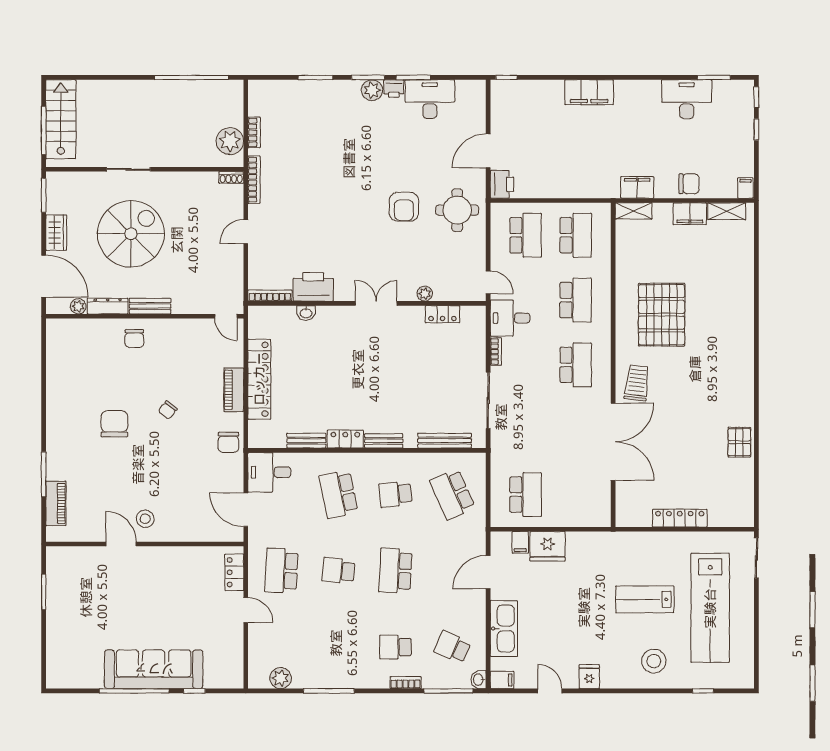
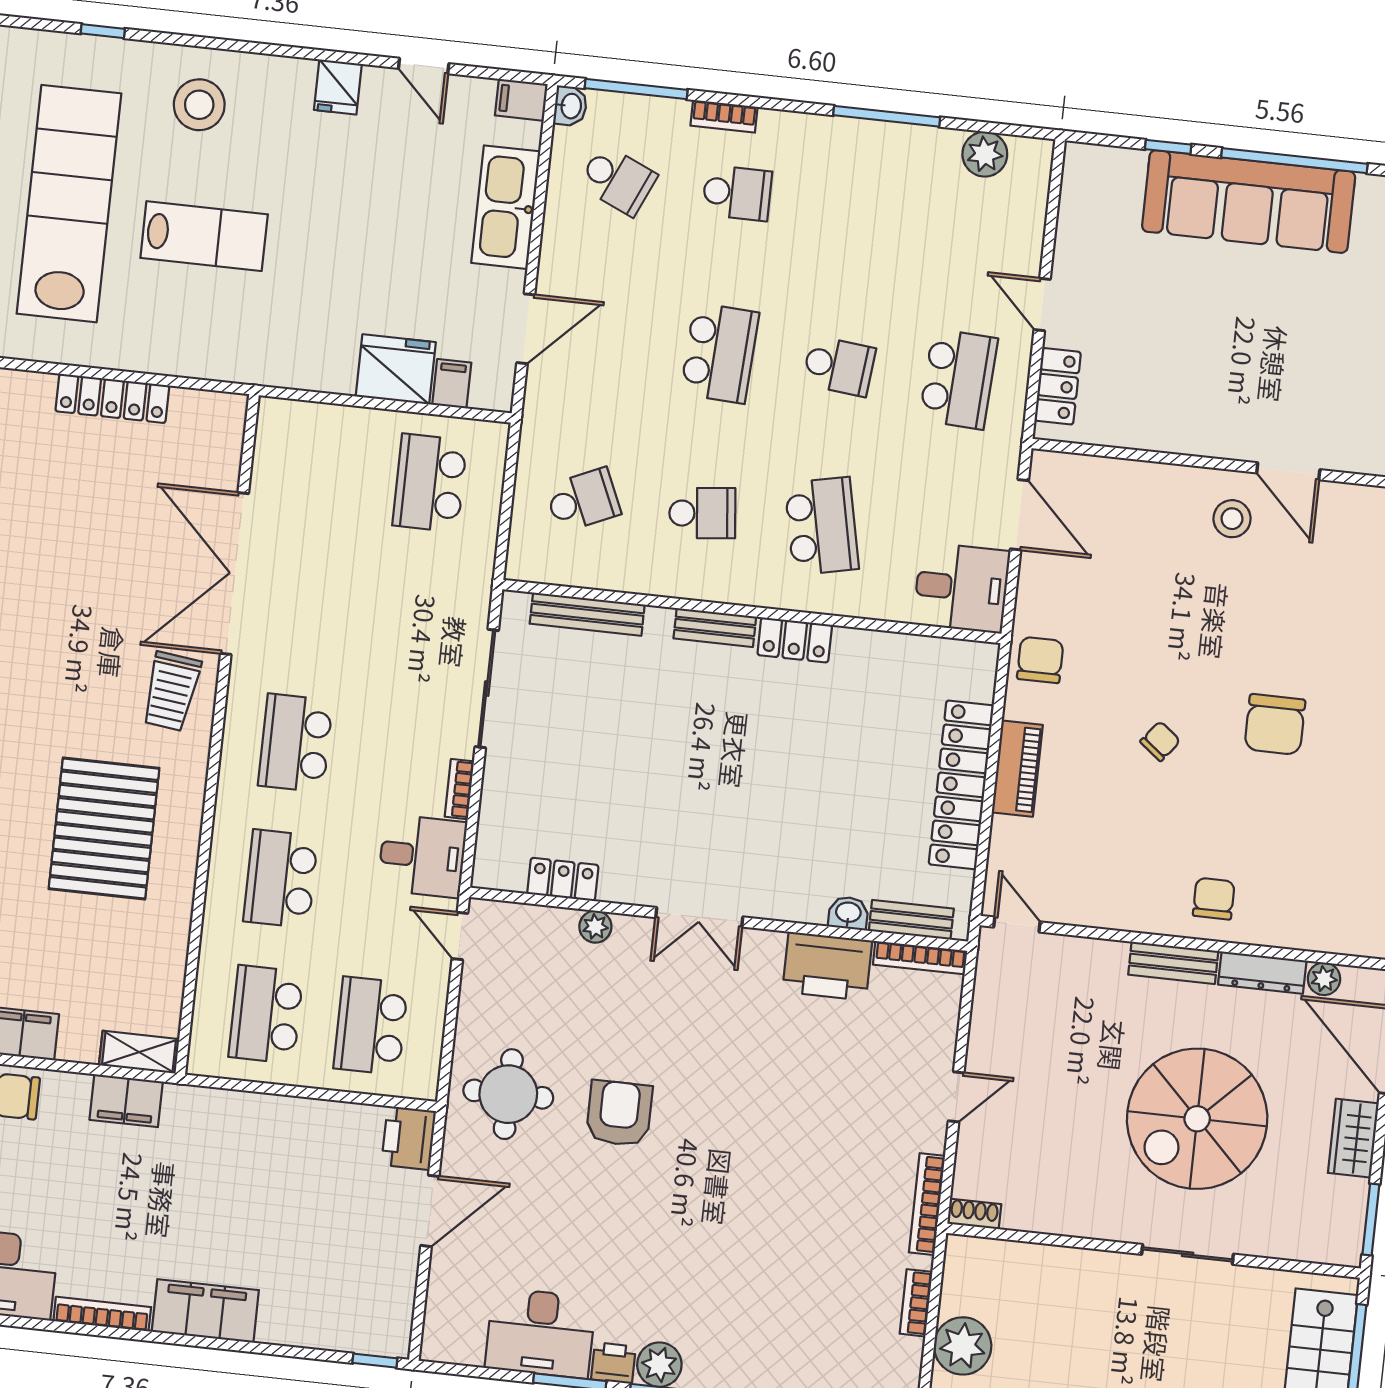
bookcase: (638, 85) -> (102, 1314), added
plant: (230, 141) -> (963, 1346), moved
bench: (306, 441) -> (911, 920), moved
school desk: (452, 494) -> (583, 500), width x0.54

